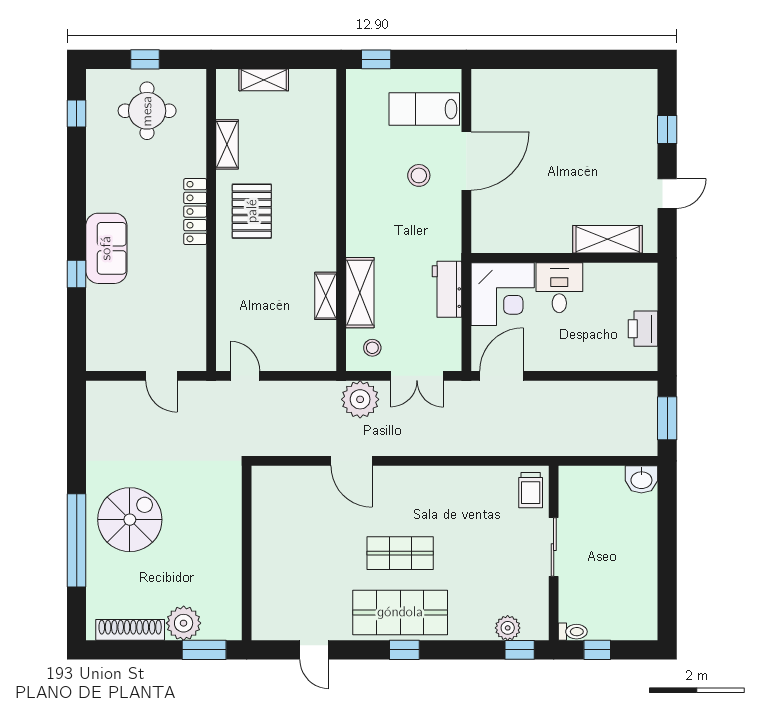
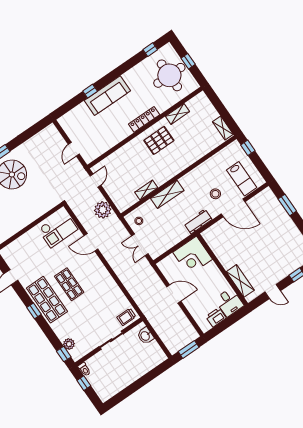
window: (529, 59) -> (287, 205), added
shelving: (264, 80) -> (223, 128), moved
lab bench: (424, 109) -> (242, 179), turned 180
round table: (147, 111) -> (169, 75), width x1.36, depth x1.36
sofa: (106, 248) -> (107, 96), width x1.36
desk: (559, 288) -> (229, 302), moved, turned 90
workbench: (447, 289) -> (198, 221), moved
shelving: (360, 293) -> (167, 194), moved
door: (502, 376) -> (174, 294), moved
plant: (360, 399) -> (103, 210), moved
door: (352, 461) -> (91, 242), hinge flipped
washbasin: (641, 479) -> (145, 336), moved
checkout: (286, 505) -> (58, 229), added

